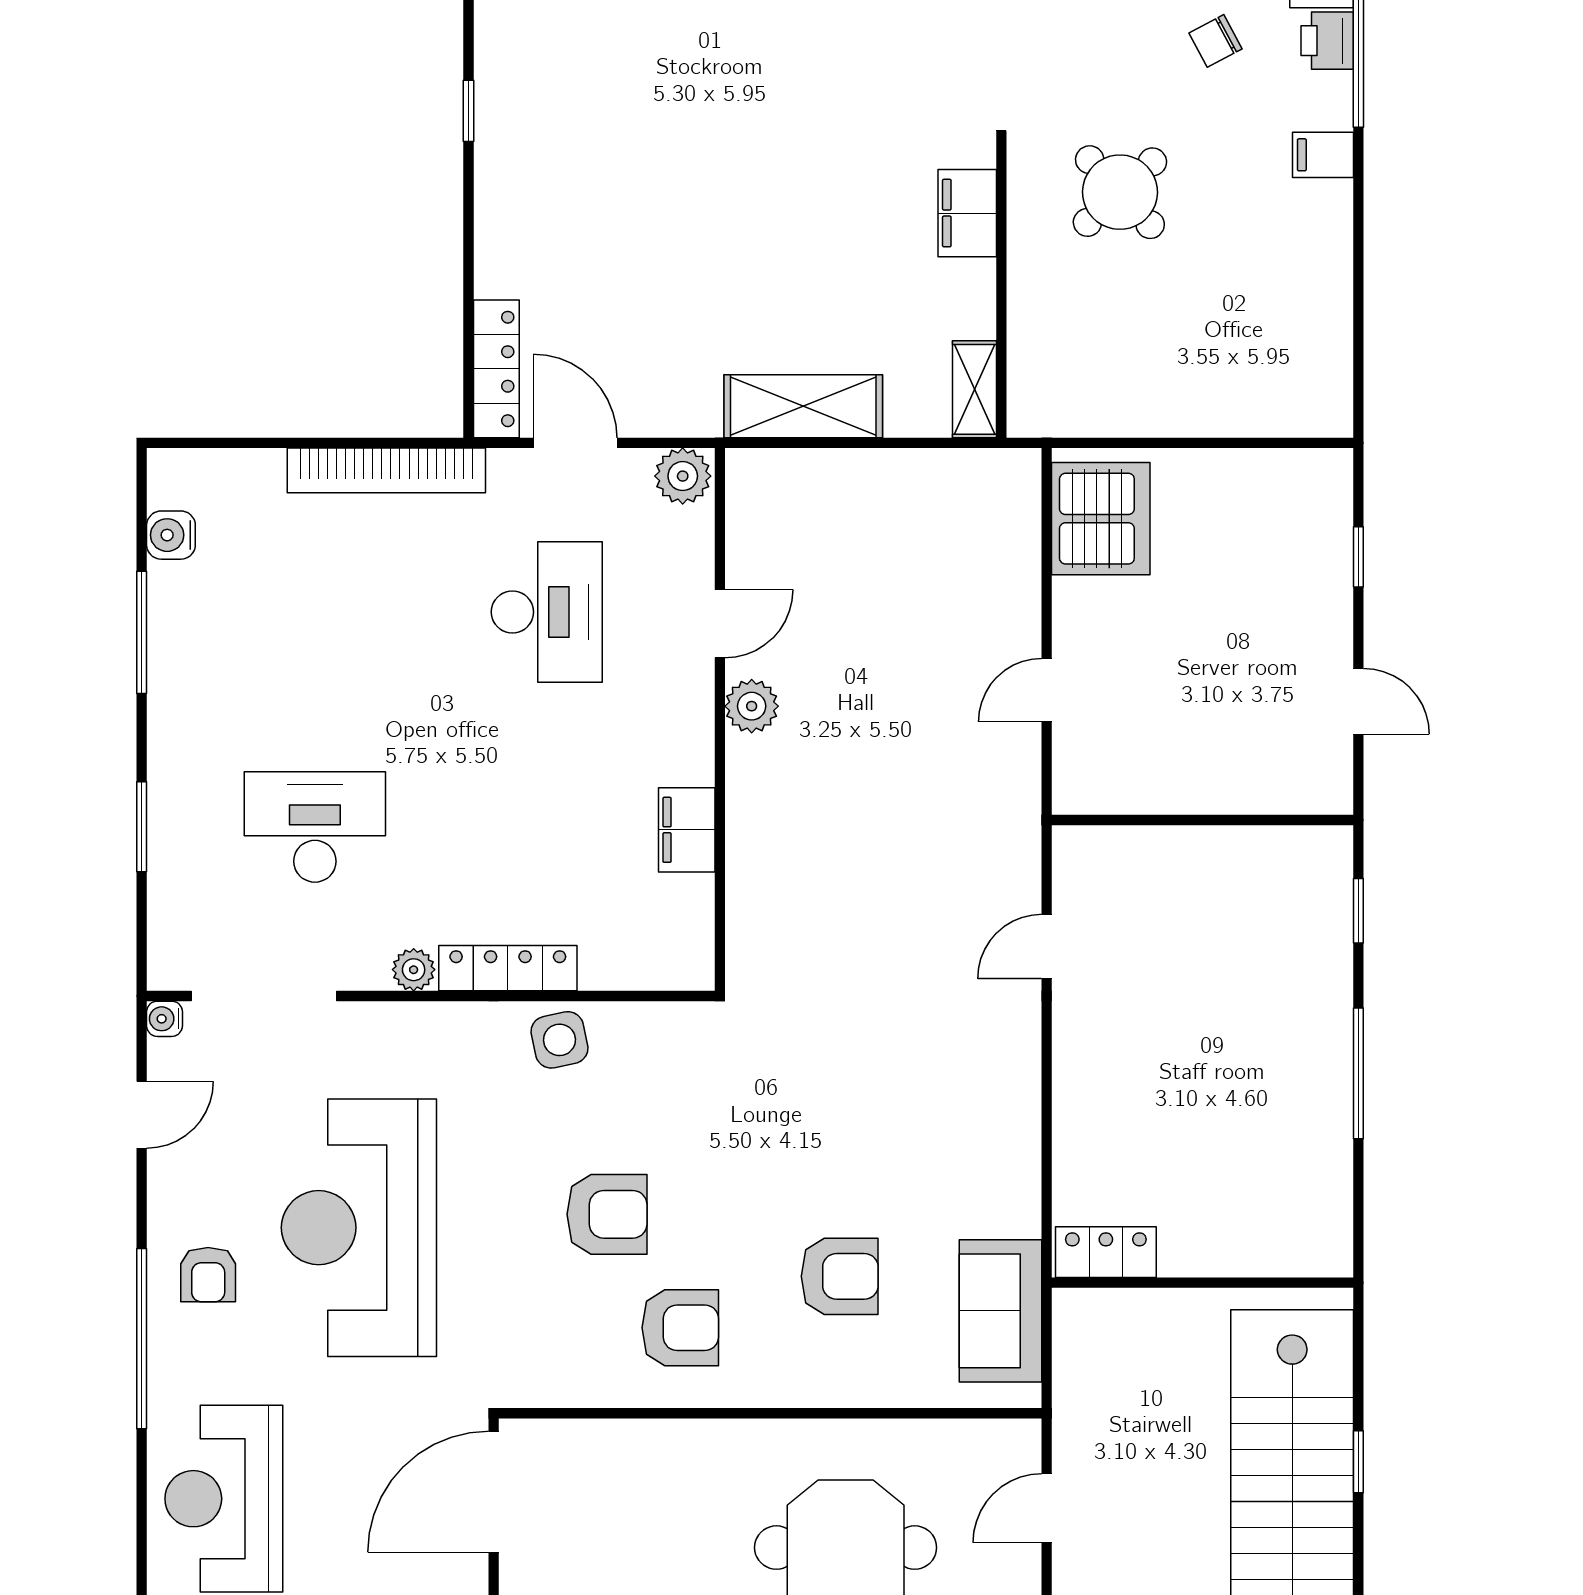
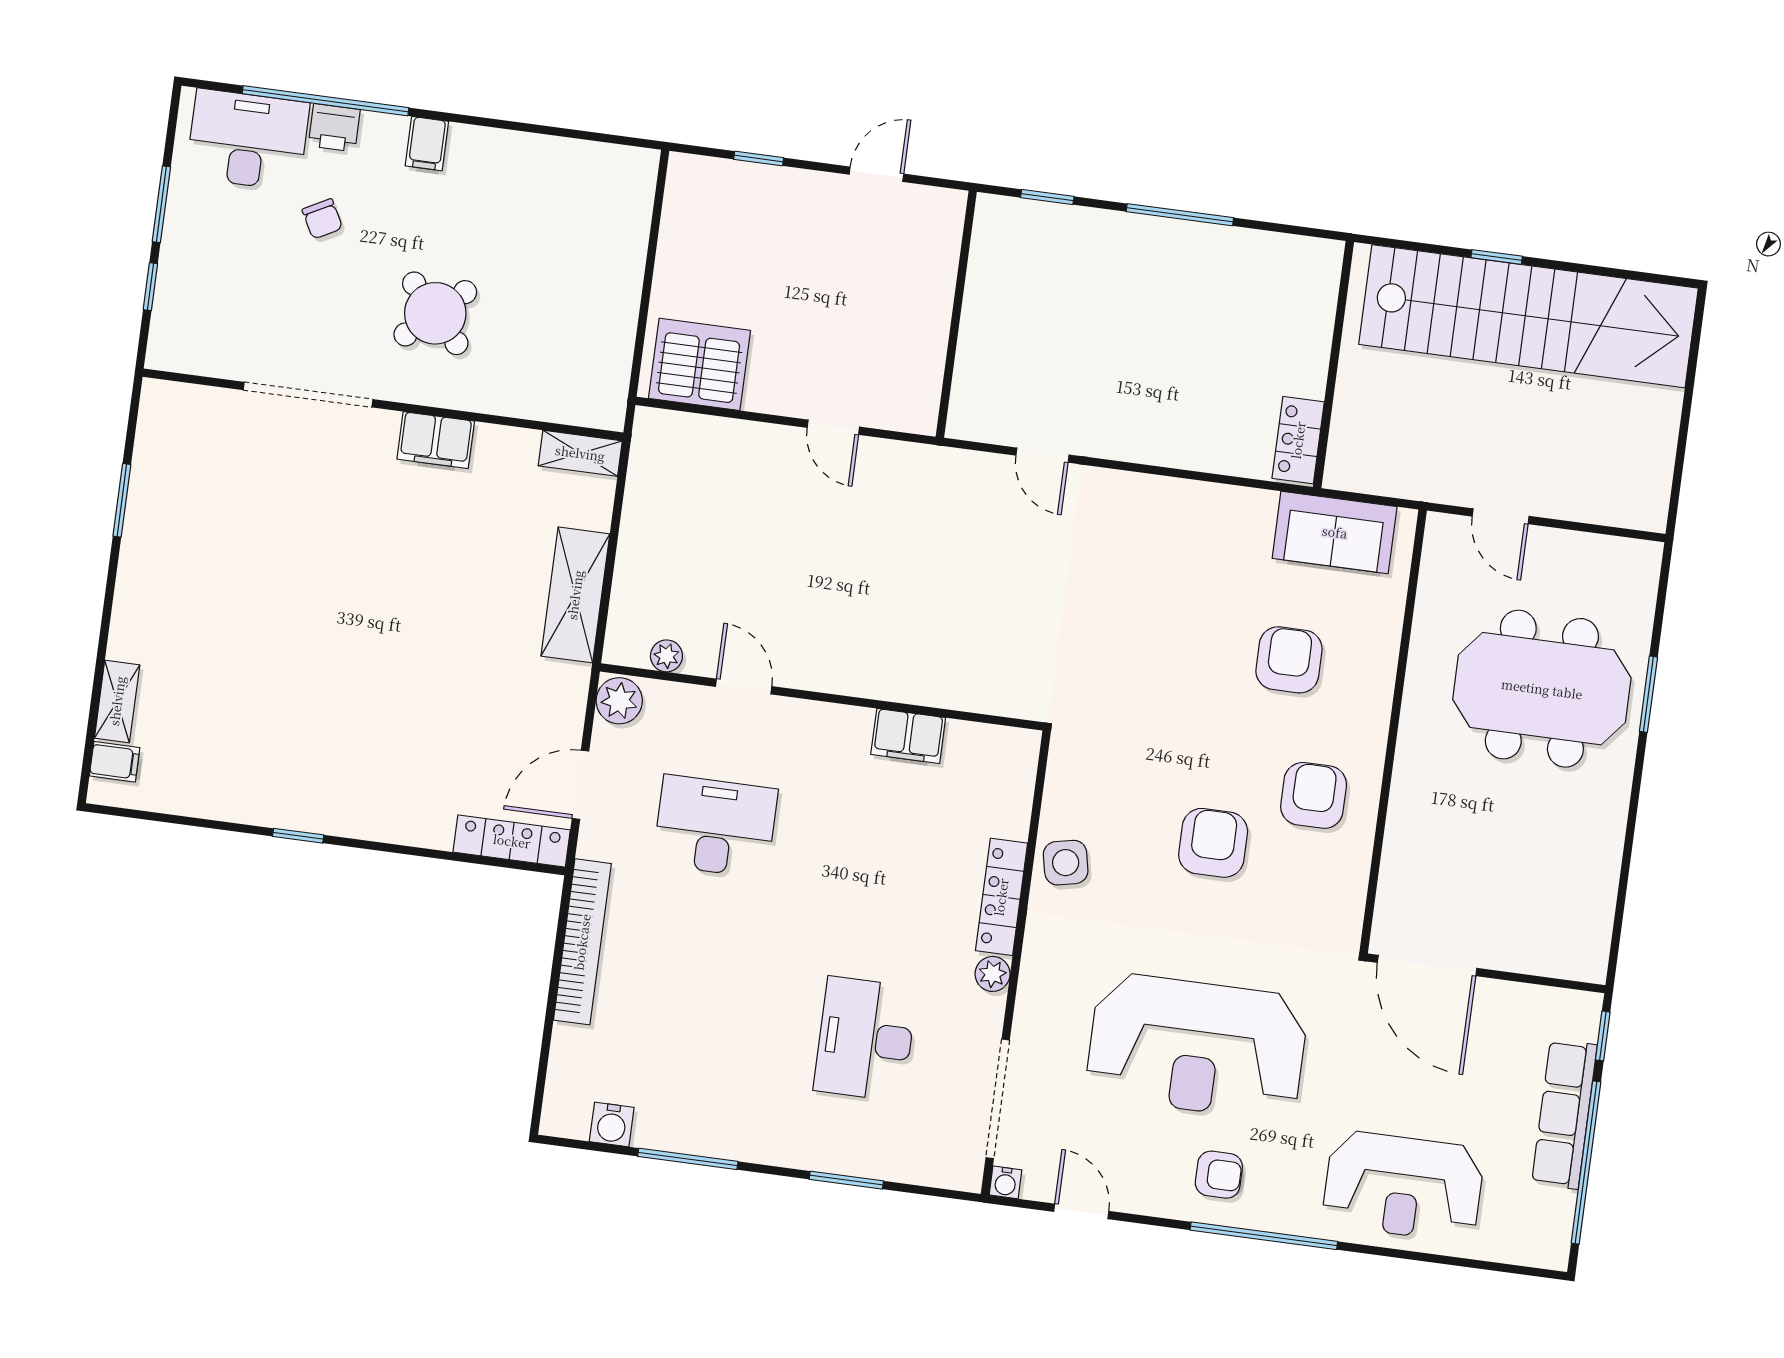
plant: (752, 706) -> (666, 656), moved, width x0.73, depth x0.73

